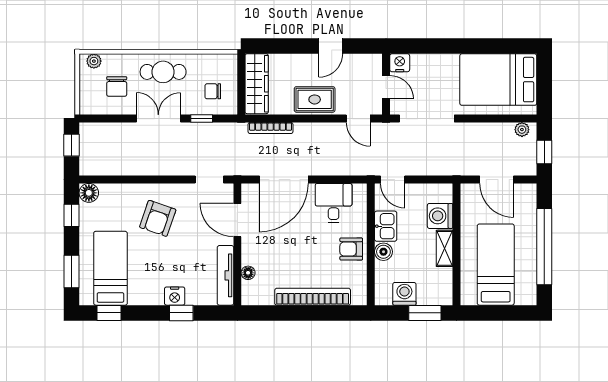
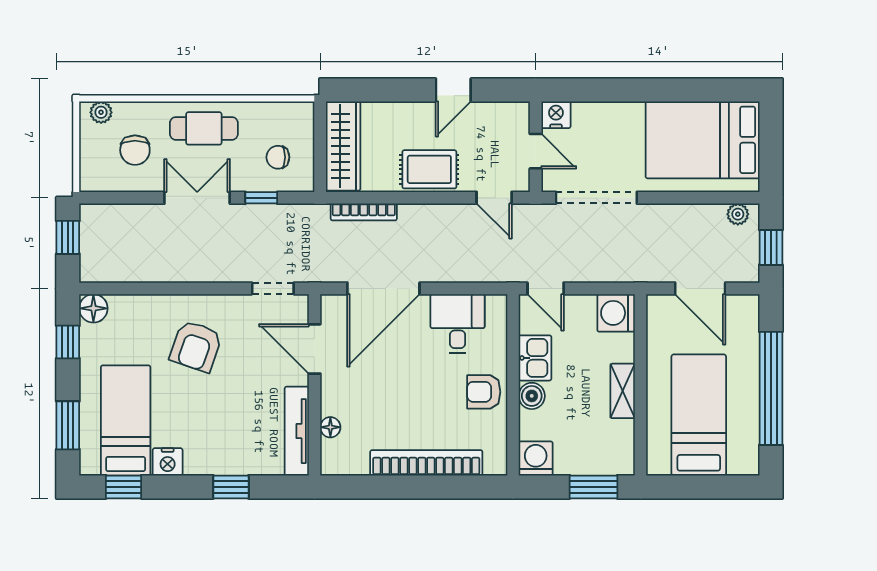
washing machine: (440, 216) -> (616, 313), moved
washing machine: (404, 294) -> (536, 459), moved
nightstand: (175, 296) -> (168, 462), moved

